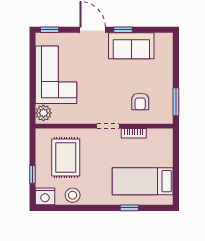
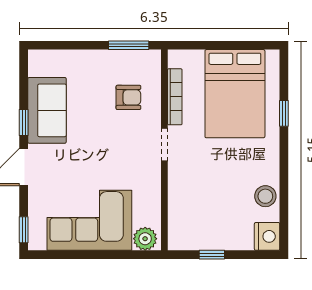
bookcase: (134, 133) -> (175, 97), width x1.56
rug: (66, 158) -> (210, 206), removed
window: (33, 174) -> (212, 255), moved
bed: (143, 181) -> (235, 94), width x1.50

